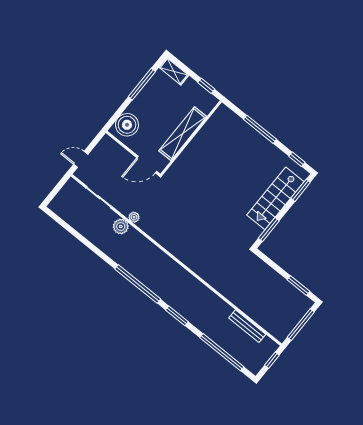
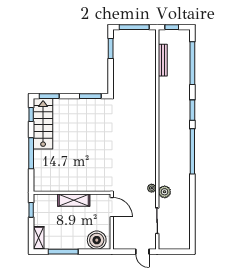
shelving: (183, 134) -> (74, 200), width x0.68
stairs: (275, 198) -> (43, 124), moved, turned -90

